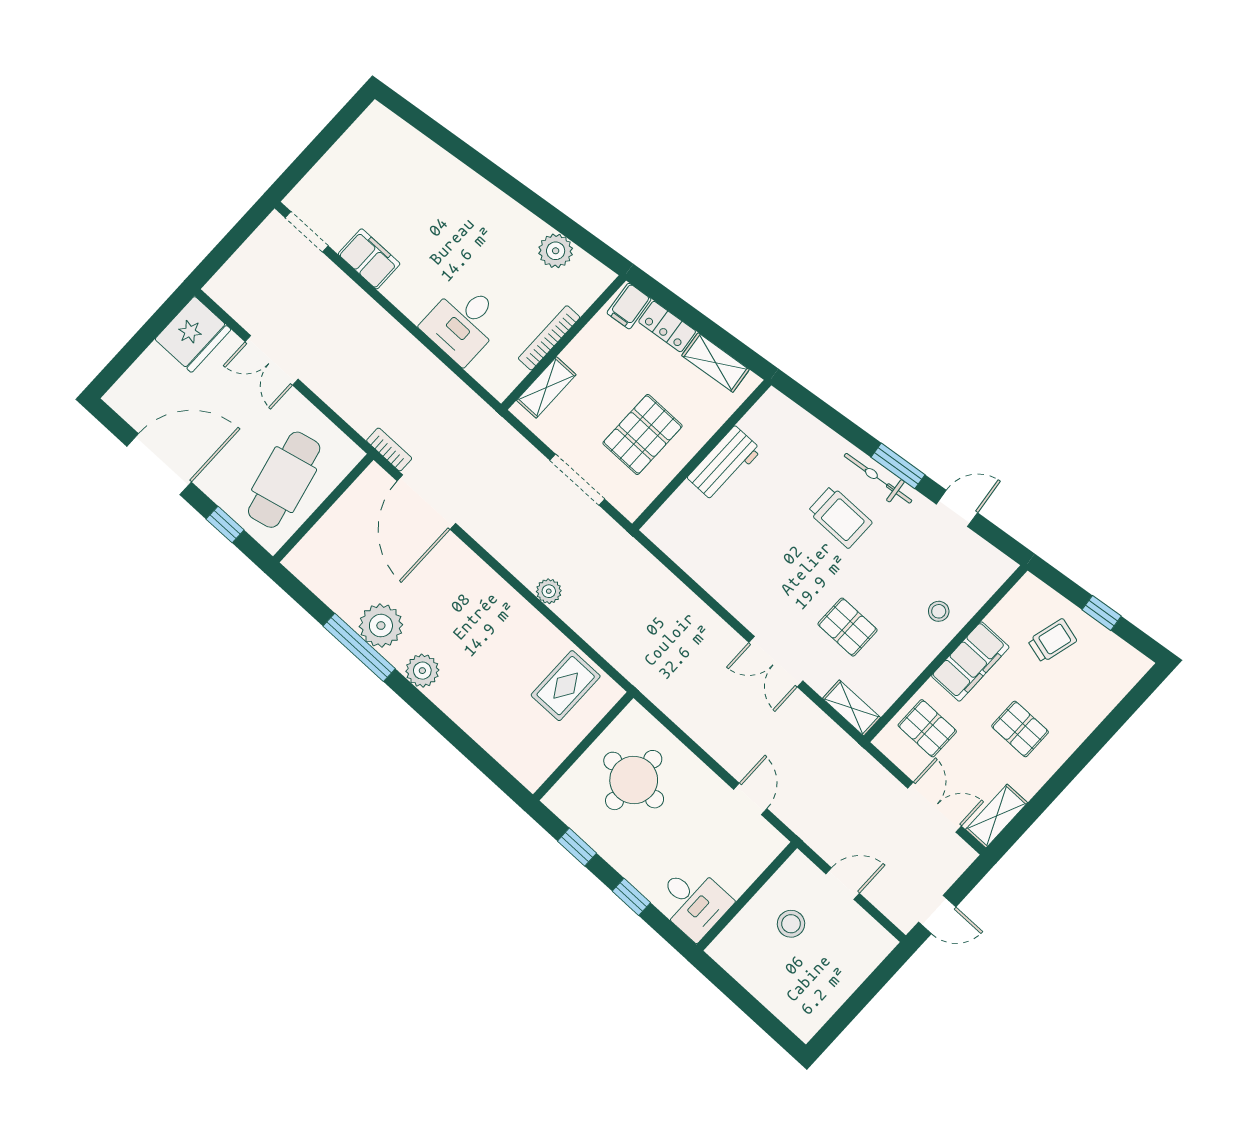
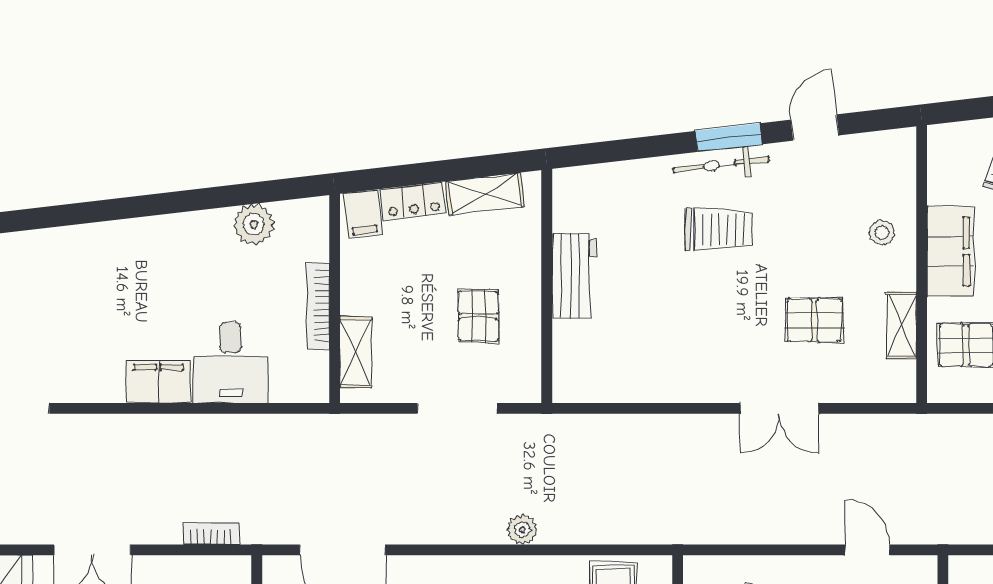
filing cabinet: (369, 259) -> (158, 382), moved
pallet: (643, 434) -> (478, 316), width x0.67, depth x0.71
bookcase: (389, 449) -> (211, 534), moved
shelving: (852, 708) -> (901, 325), moved, turned 90

